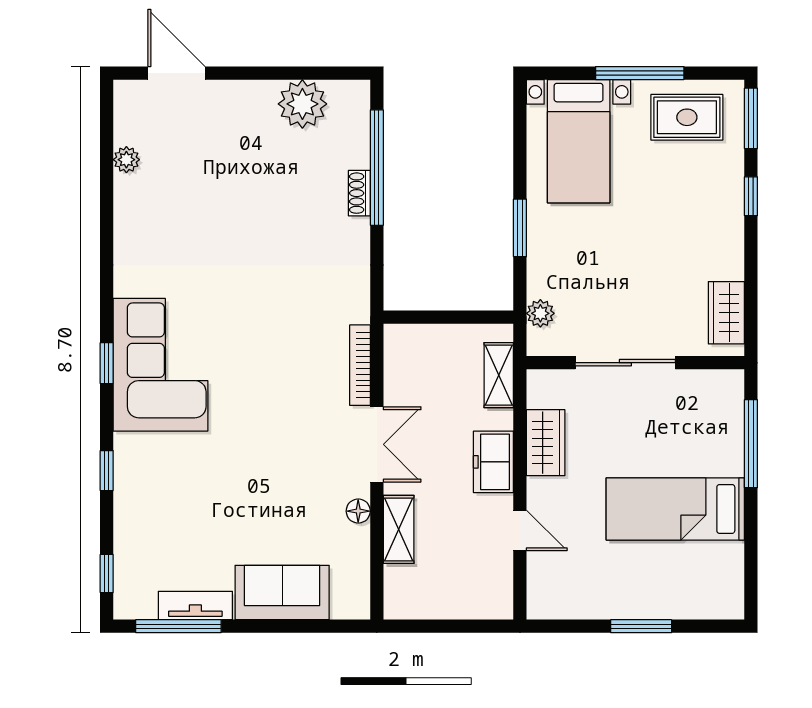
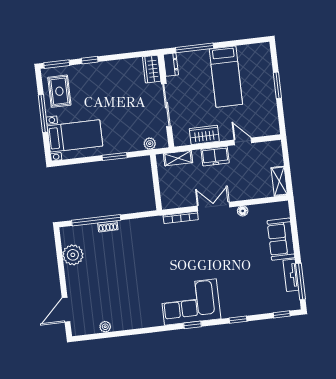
wardrobe: (726, 313) -> (152, 69), moved, turned 90
dresser: (718, 384) -> (171, 65), added
shelving: (399, 529) -> (279, 181), moved, turned 90
door: (520, 530) -> (243, 141), hinge flipped

